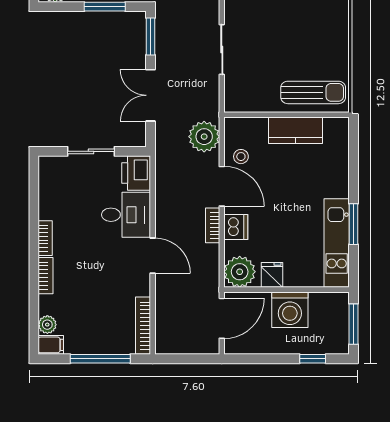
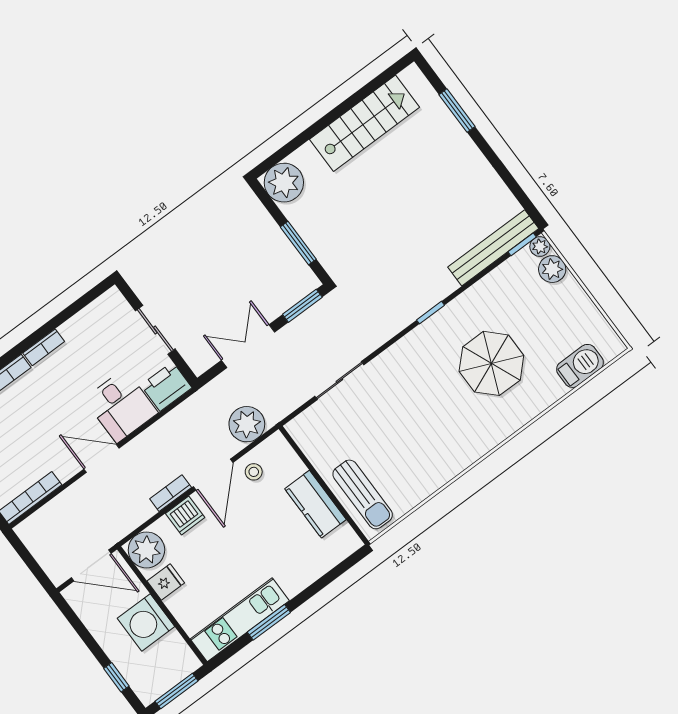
door: (153, 256) -> (101, 459), swing flipped

